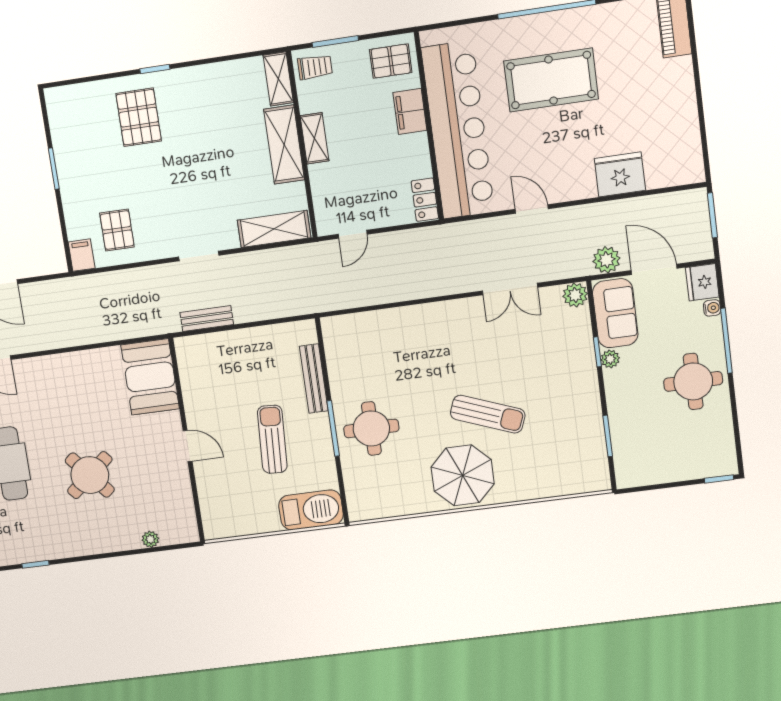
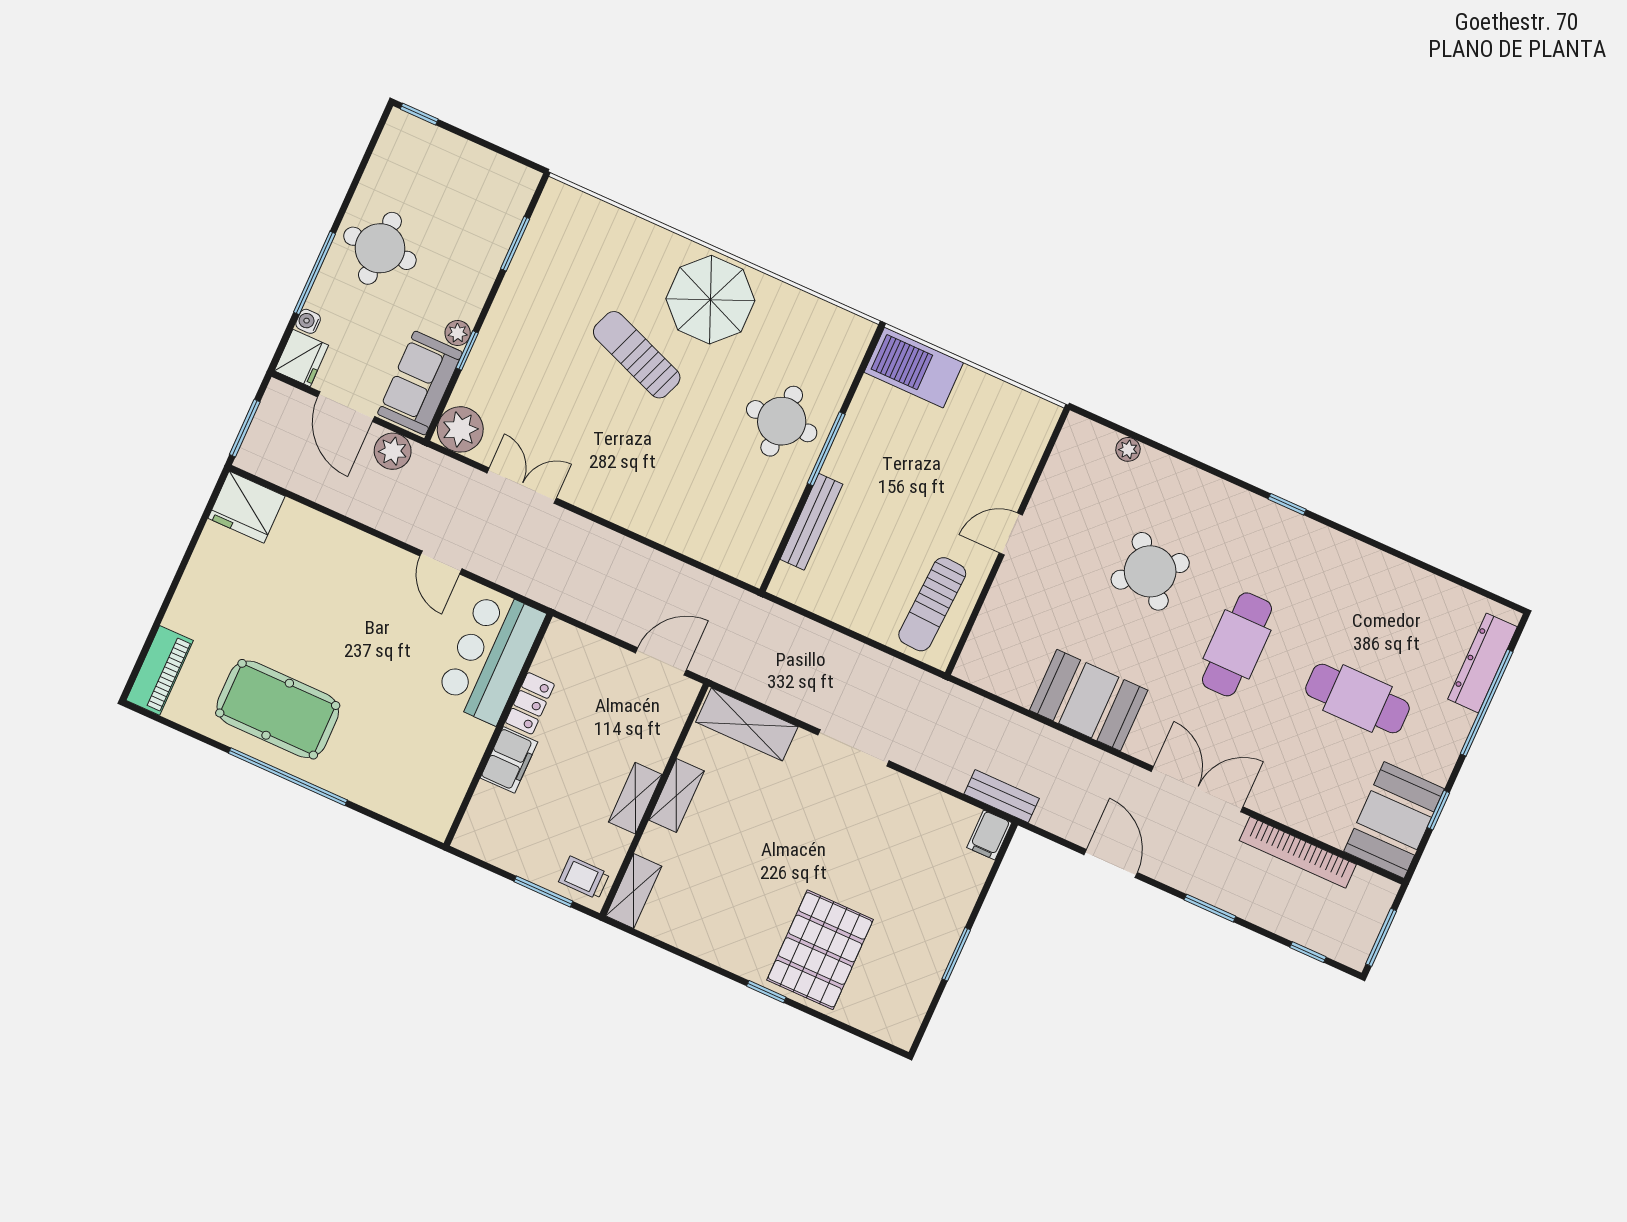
pallet: (391, 61) -> (495, 830), removed
pool table: (551, 80) -> (278, 709), moved
pallet: (139, 117) -> (820, 950), width x1.37, depth x1.41
bar counter: (458, 130) -> (490, 656), width x0.54
shelving: (284, 145) -> (676, 796), width x0.67, depth x0.75
fridge: (620, 174) -> (246, 507), moved
locker: (425, 200) -> (530, 703), moved
pallet: (117, 230) -> (929, 838), removed
door: (353, 234) -> (661, 661), width x1.38
doorway: (199, 256) -> (853, 748), width x1.38
plant: (575, 295) -> (460, 429), width x1.36, depth x1.36
bench: (207, 318) -> (1002, 796), moved
booth: (150, 377) -> (1089, 700), moved, turned 90
sun lounger: (272, 439) -> (932, 604), moved
door: (188, 446) -> (1011, 534), hinge flipped

